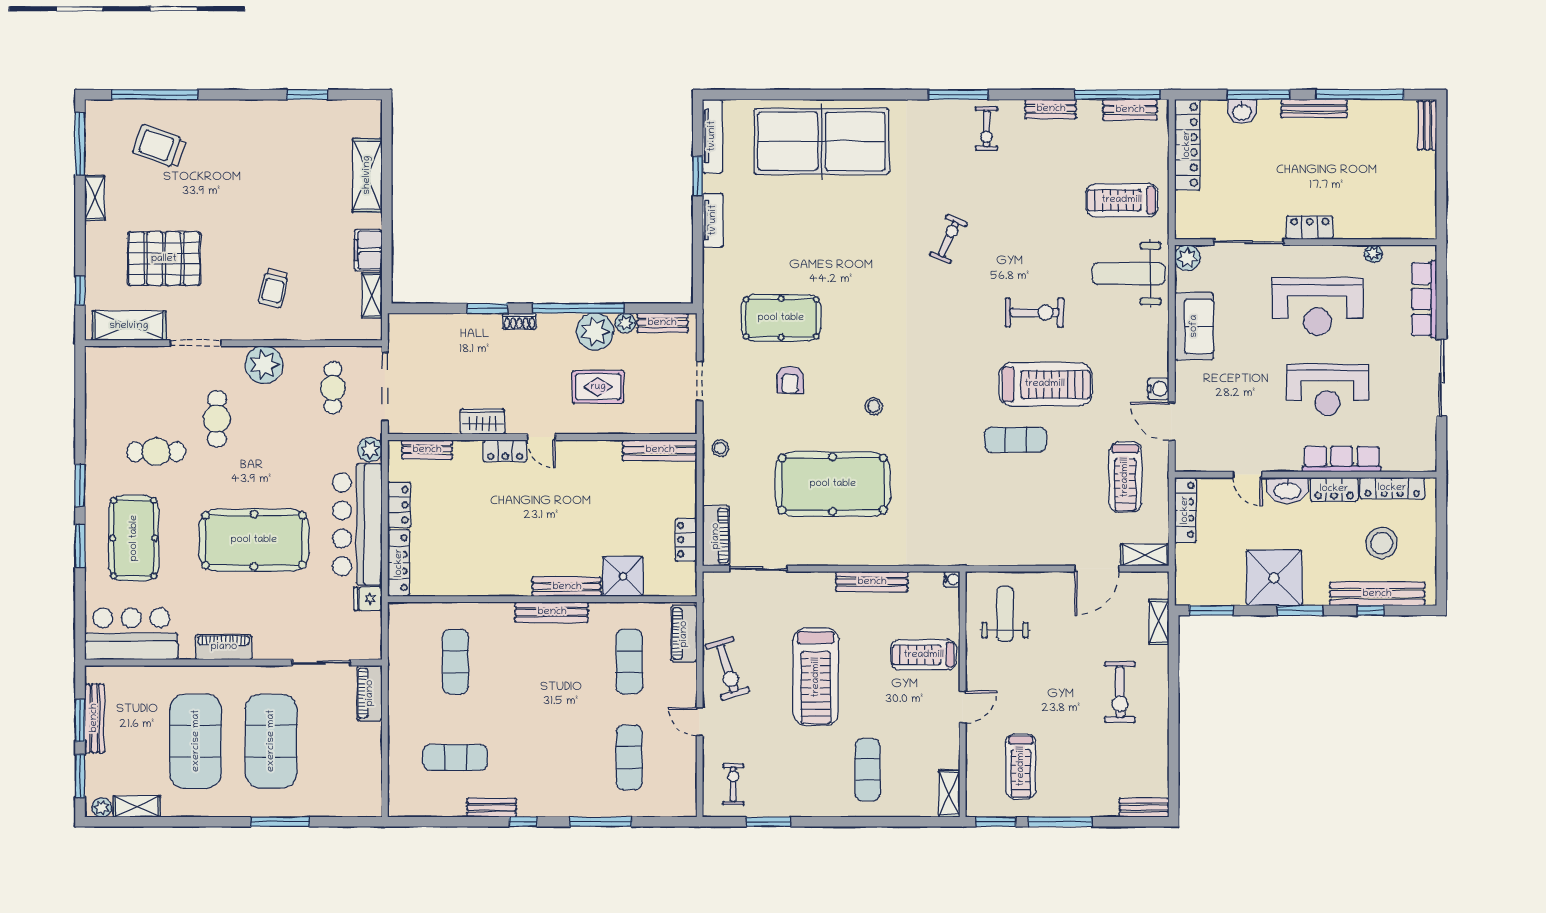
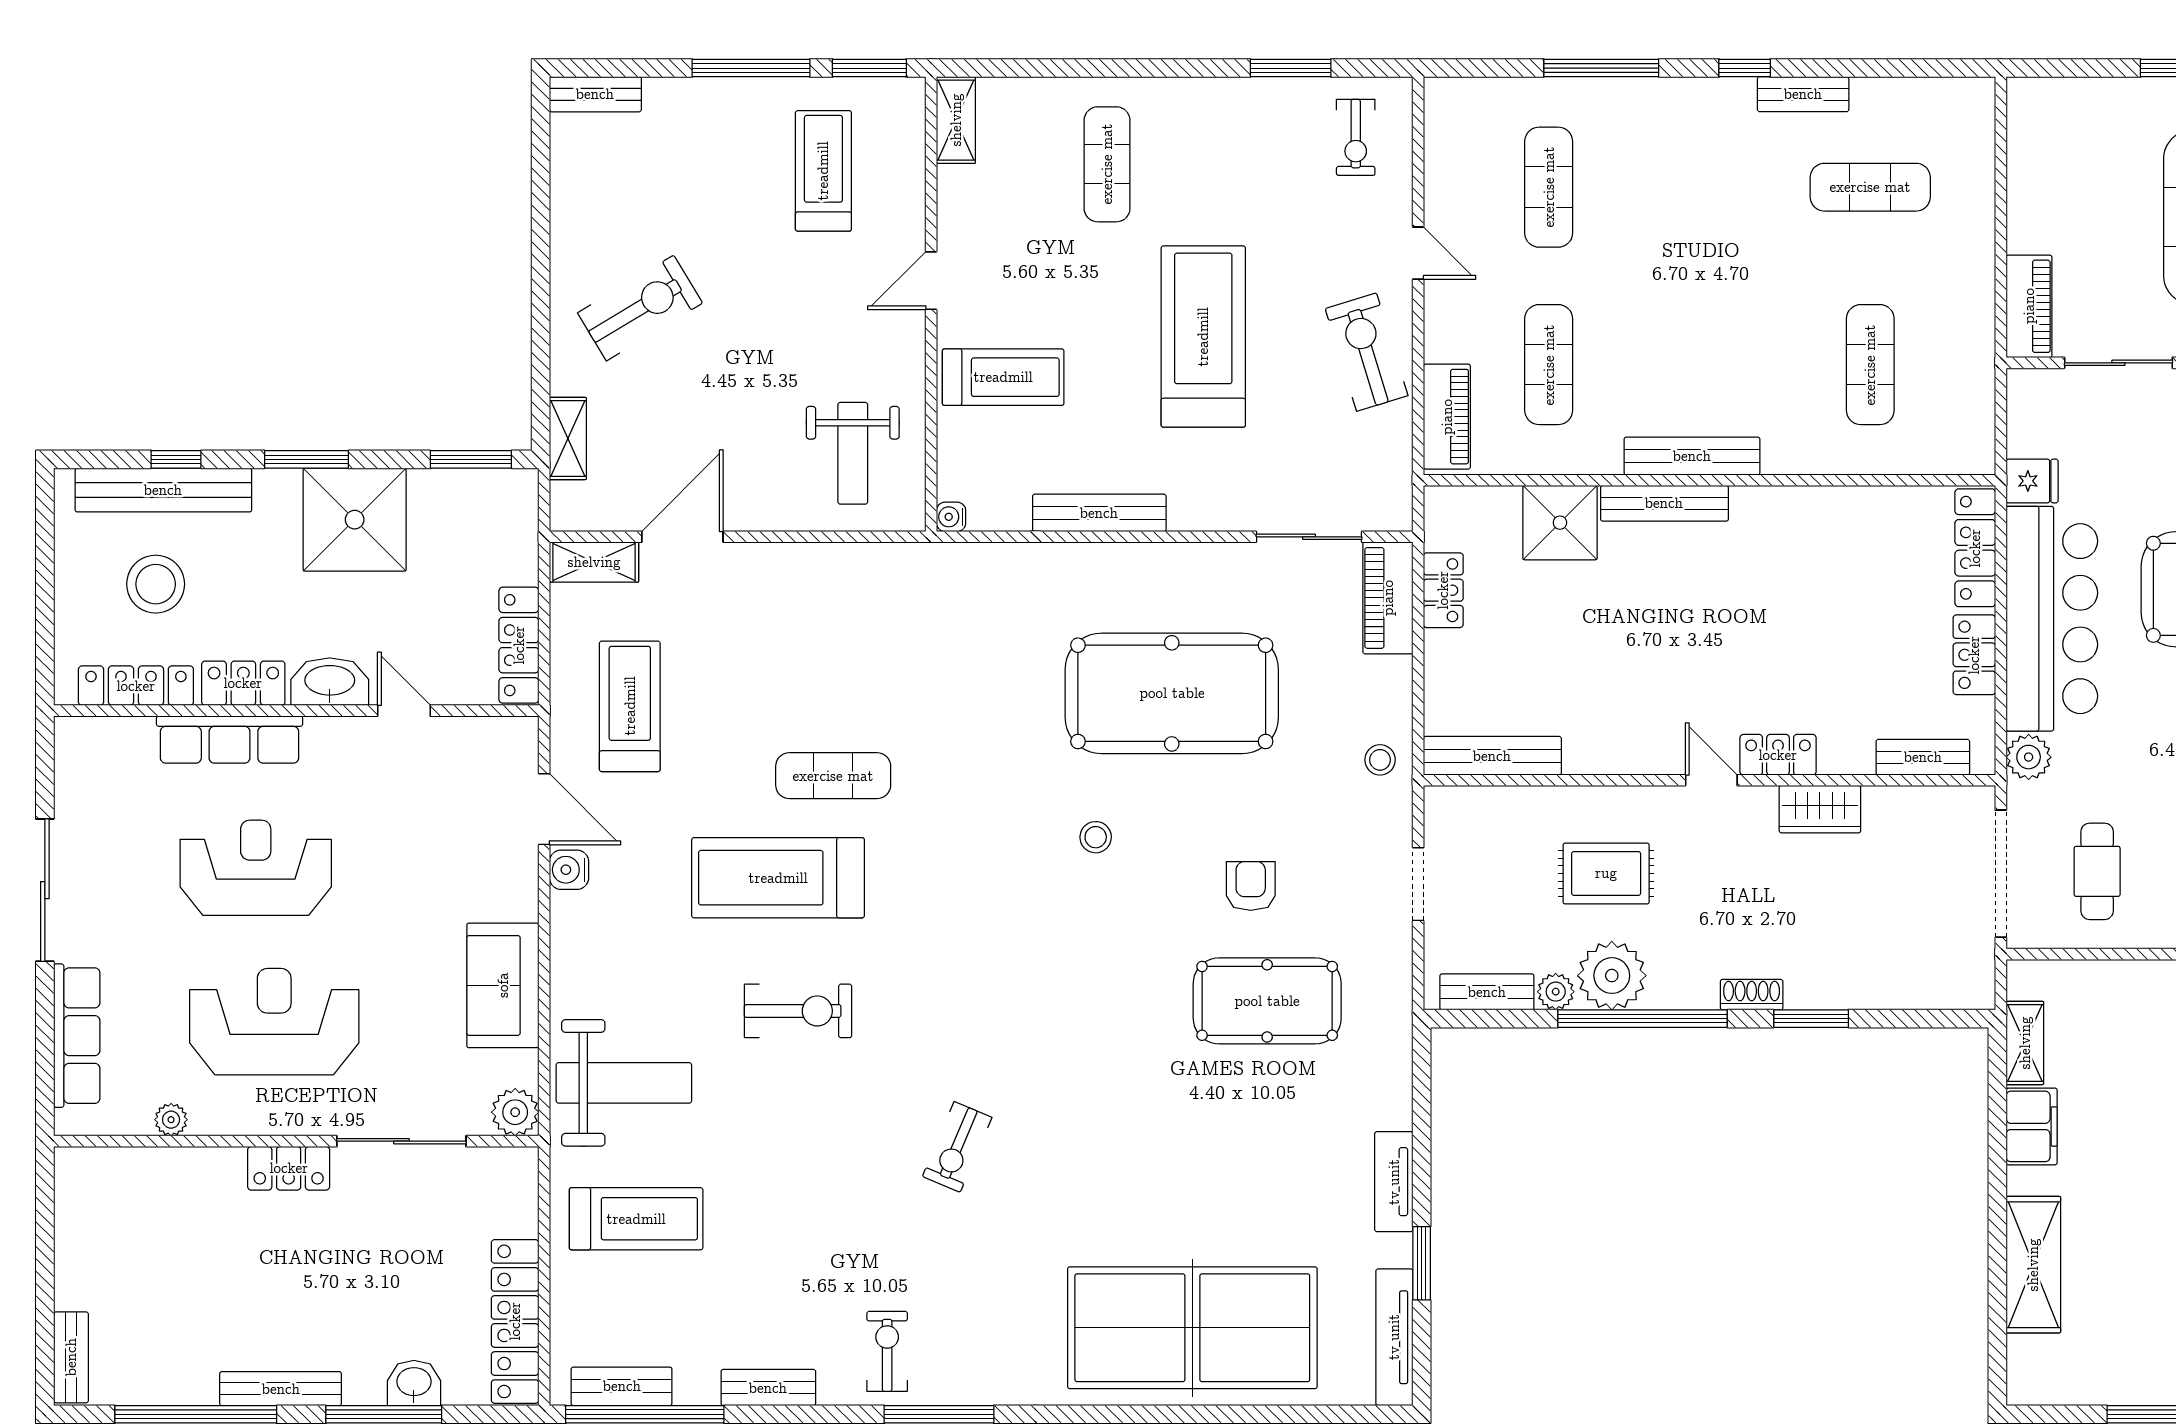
exercise bike: (1035, 312) -> (798, 1011), turned 180
exercise bike: (1120, 692) -> (640, 308), turned 59

